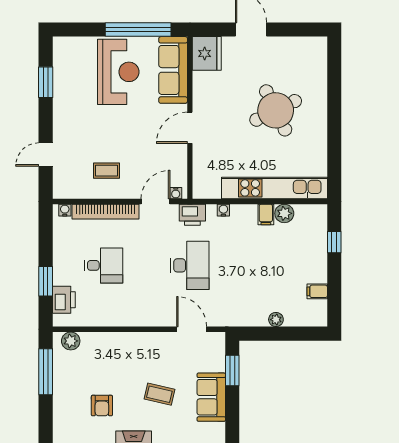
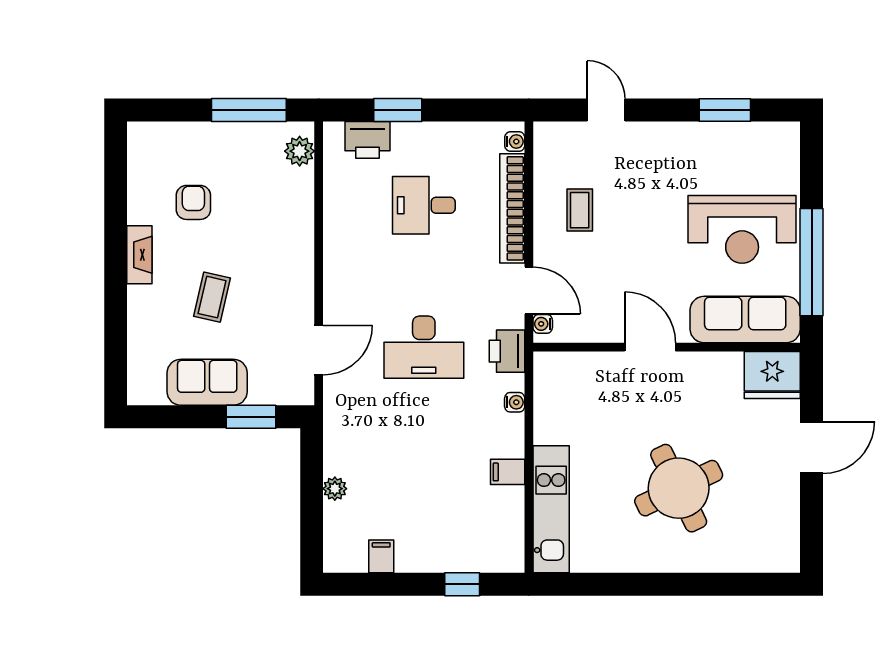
kitchen unit: (274, 188) -> (551, 509), width x0.73
plant: (284, 213) -> (509, 502), removed
desk: (104, 265) -> (424, 205), turned 90
armchair: (102, 406) -> (193, 202), turned 90

